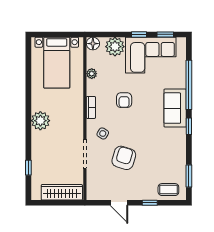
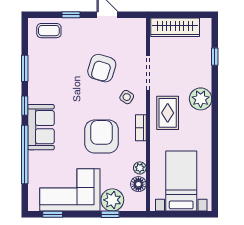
window: (139, 34) -> (110, 214), moved
floor lamp: (93, 44) -> (138, 184), moved
armchair: (124, 100) -> (102, 136), width x1.88, depth x1.88
rug: (68, 120) -> (168, 113), added
plant: (40, 121) -> (201, 99), moved
window: (189, 176) -> (25, 68), moved

